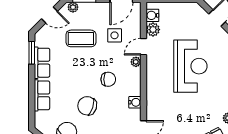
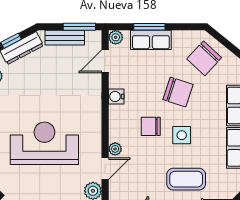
side table: (115, 35) -> (182, 135), moved
reception desk: (190, 66) -> (44, 143), turned 90

